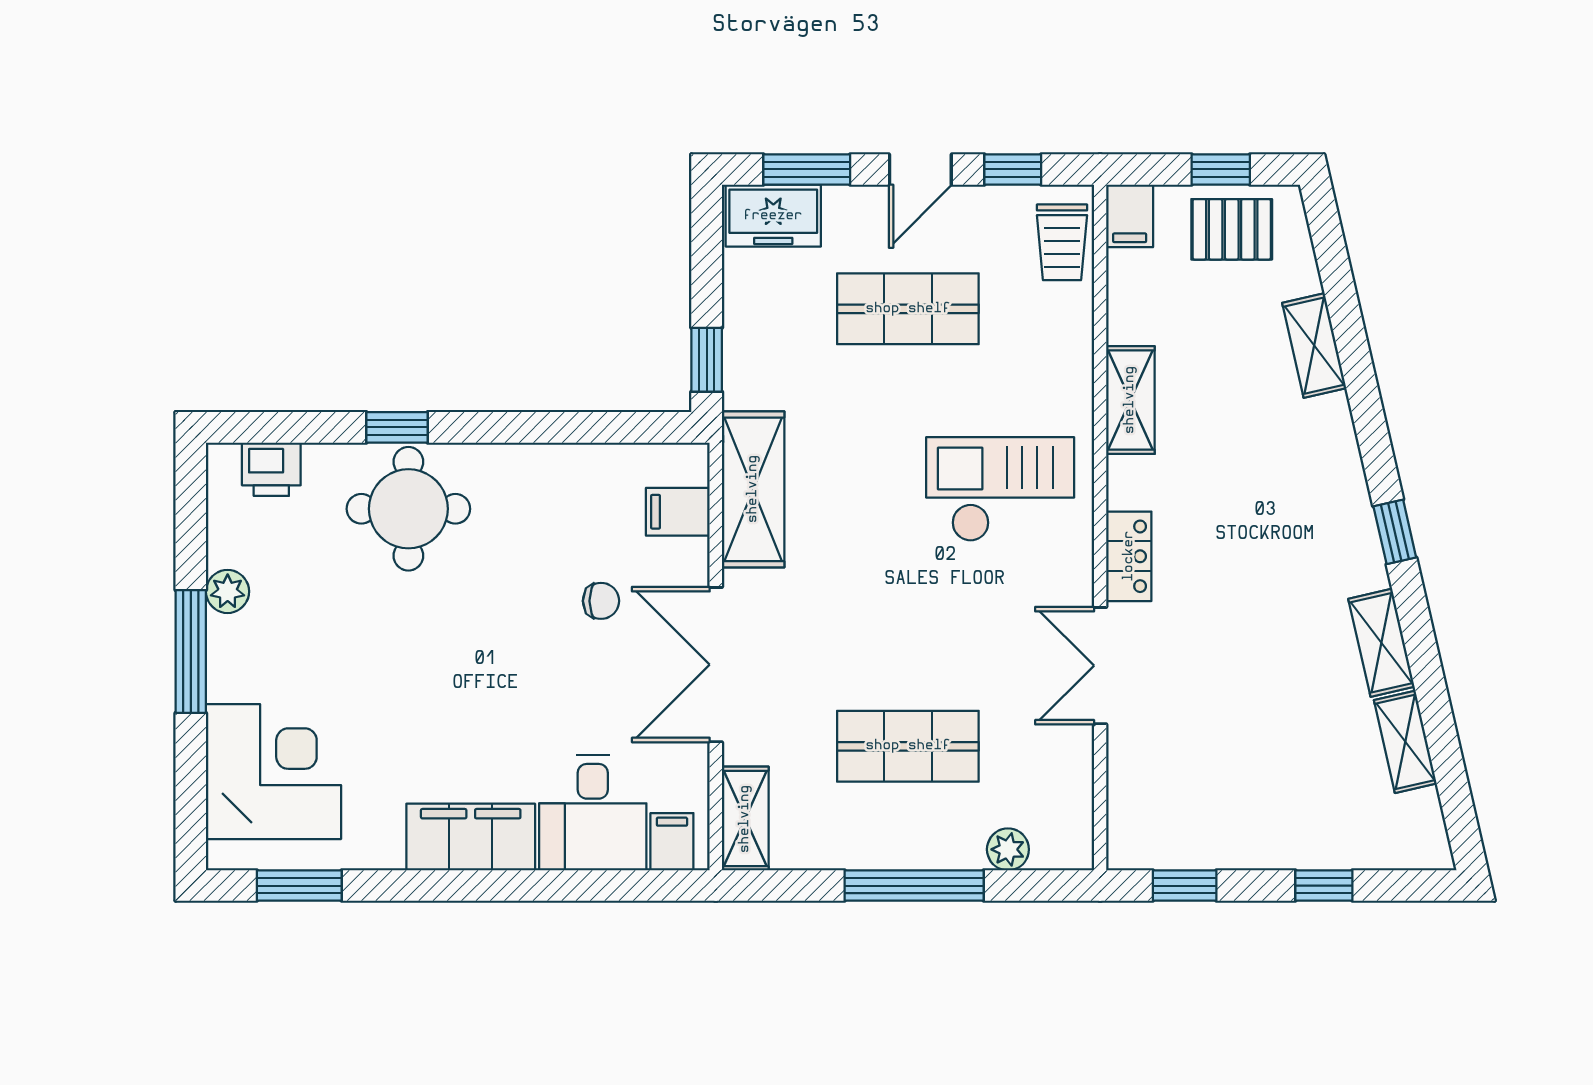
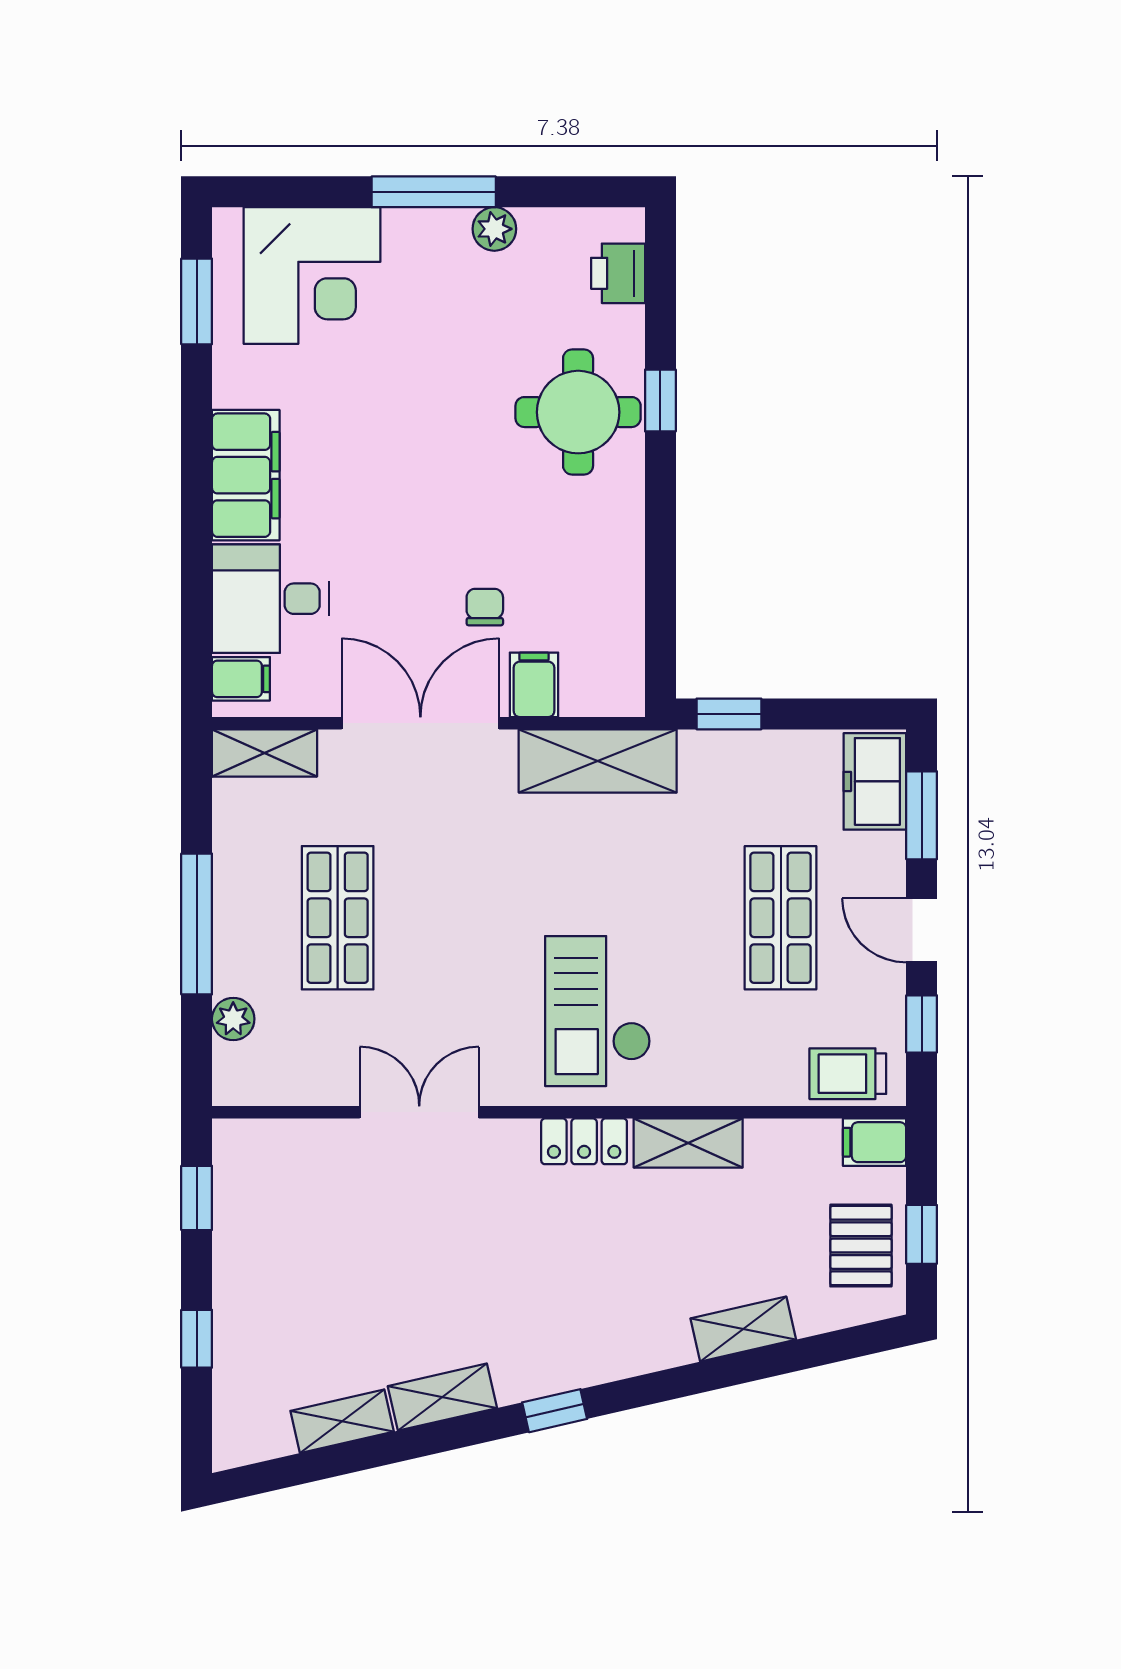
checkout: (1000, 489) -> (598, 1011), turned 180
filing cabinet: (678, 512) -> (534, 685), moved
locker: (1129, 556) -> (584, 1141), moved
chair: (601, 601) -> (485, 607), turned 180

